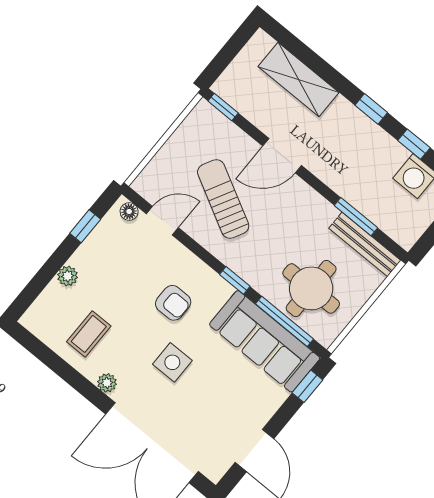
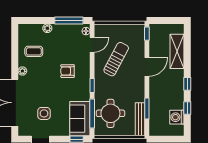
door: (282, 156) -> (147, 67), swing flipped
door: (162, 221) -> (92, 45), hinge flipped
window: (85, 226) -> (69, 20), width x2.17
armchair: (173, 303) -> (68, 71), turned 90
sofa: (265, 341) -> (80, 119), width x0.73
side table: (172, 362) -> (44, 113), moved

